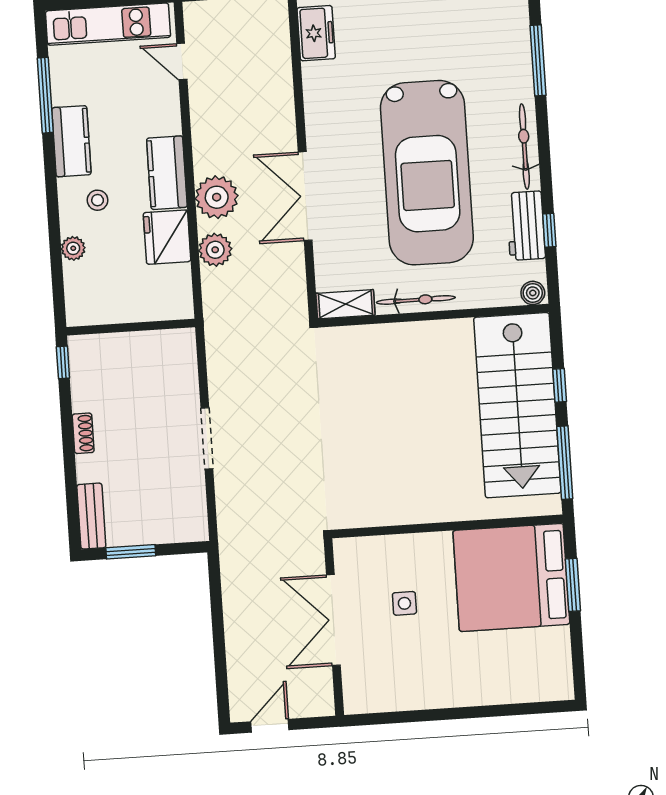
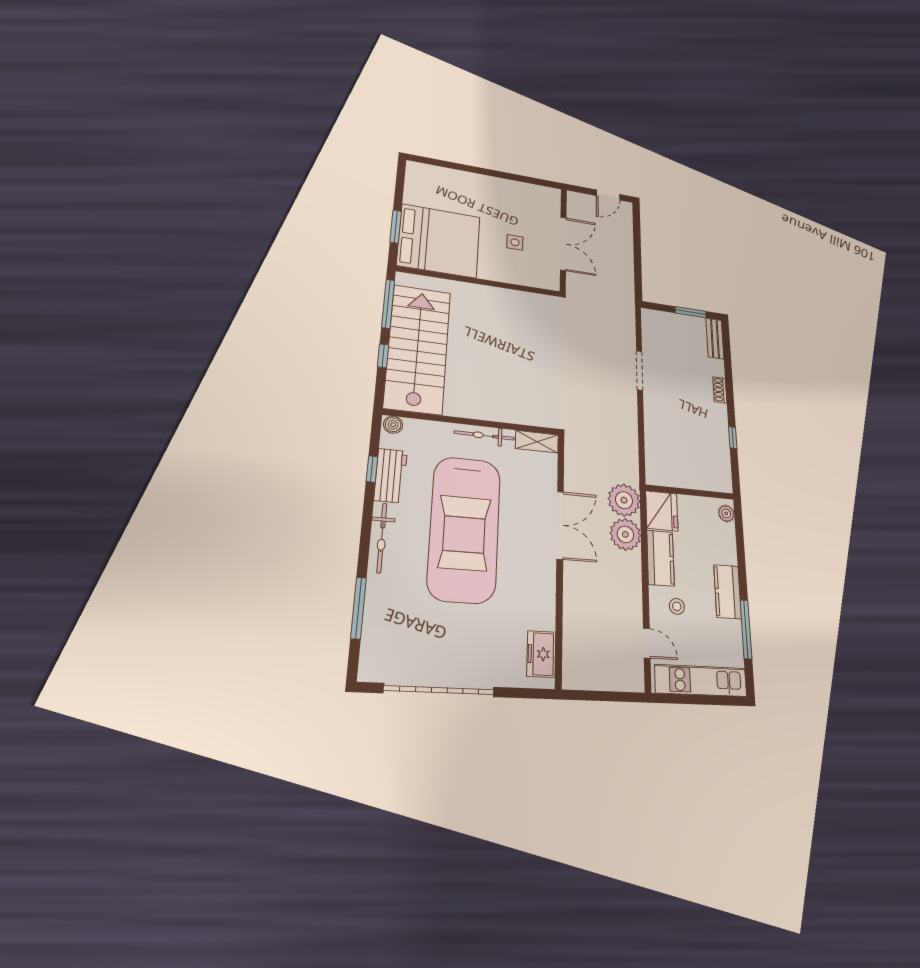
car: (427, 173) -> (464, 529), turned 180
stool: (98, 200) -> (677, 606), moved
plant: (215, 250) -> (624, 500), width x1.36, depth x1.36
wall: (131, 327) -> (690, 492), moved

